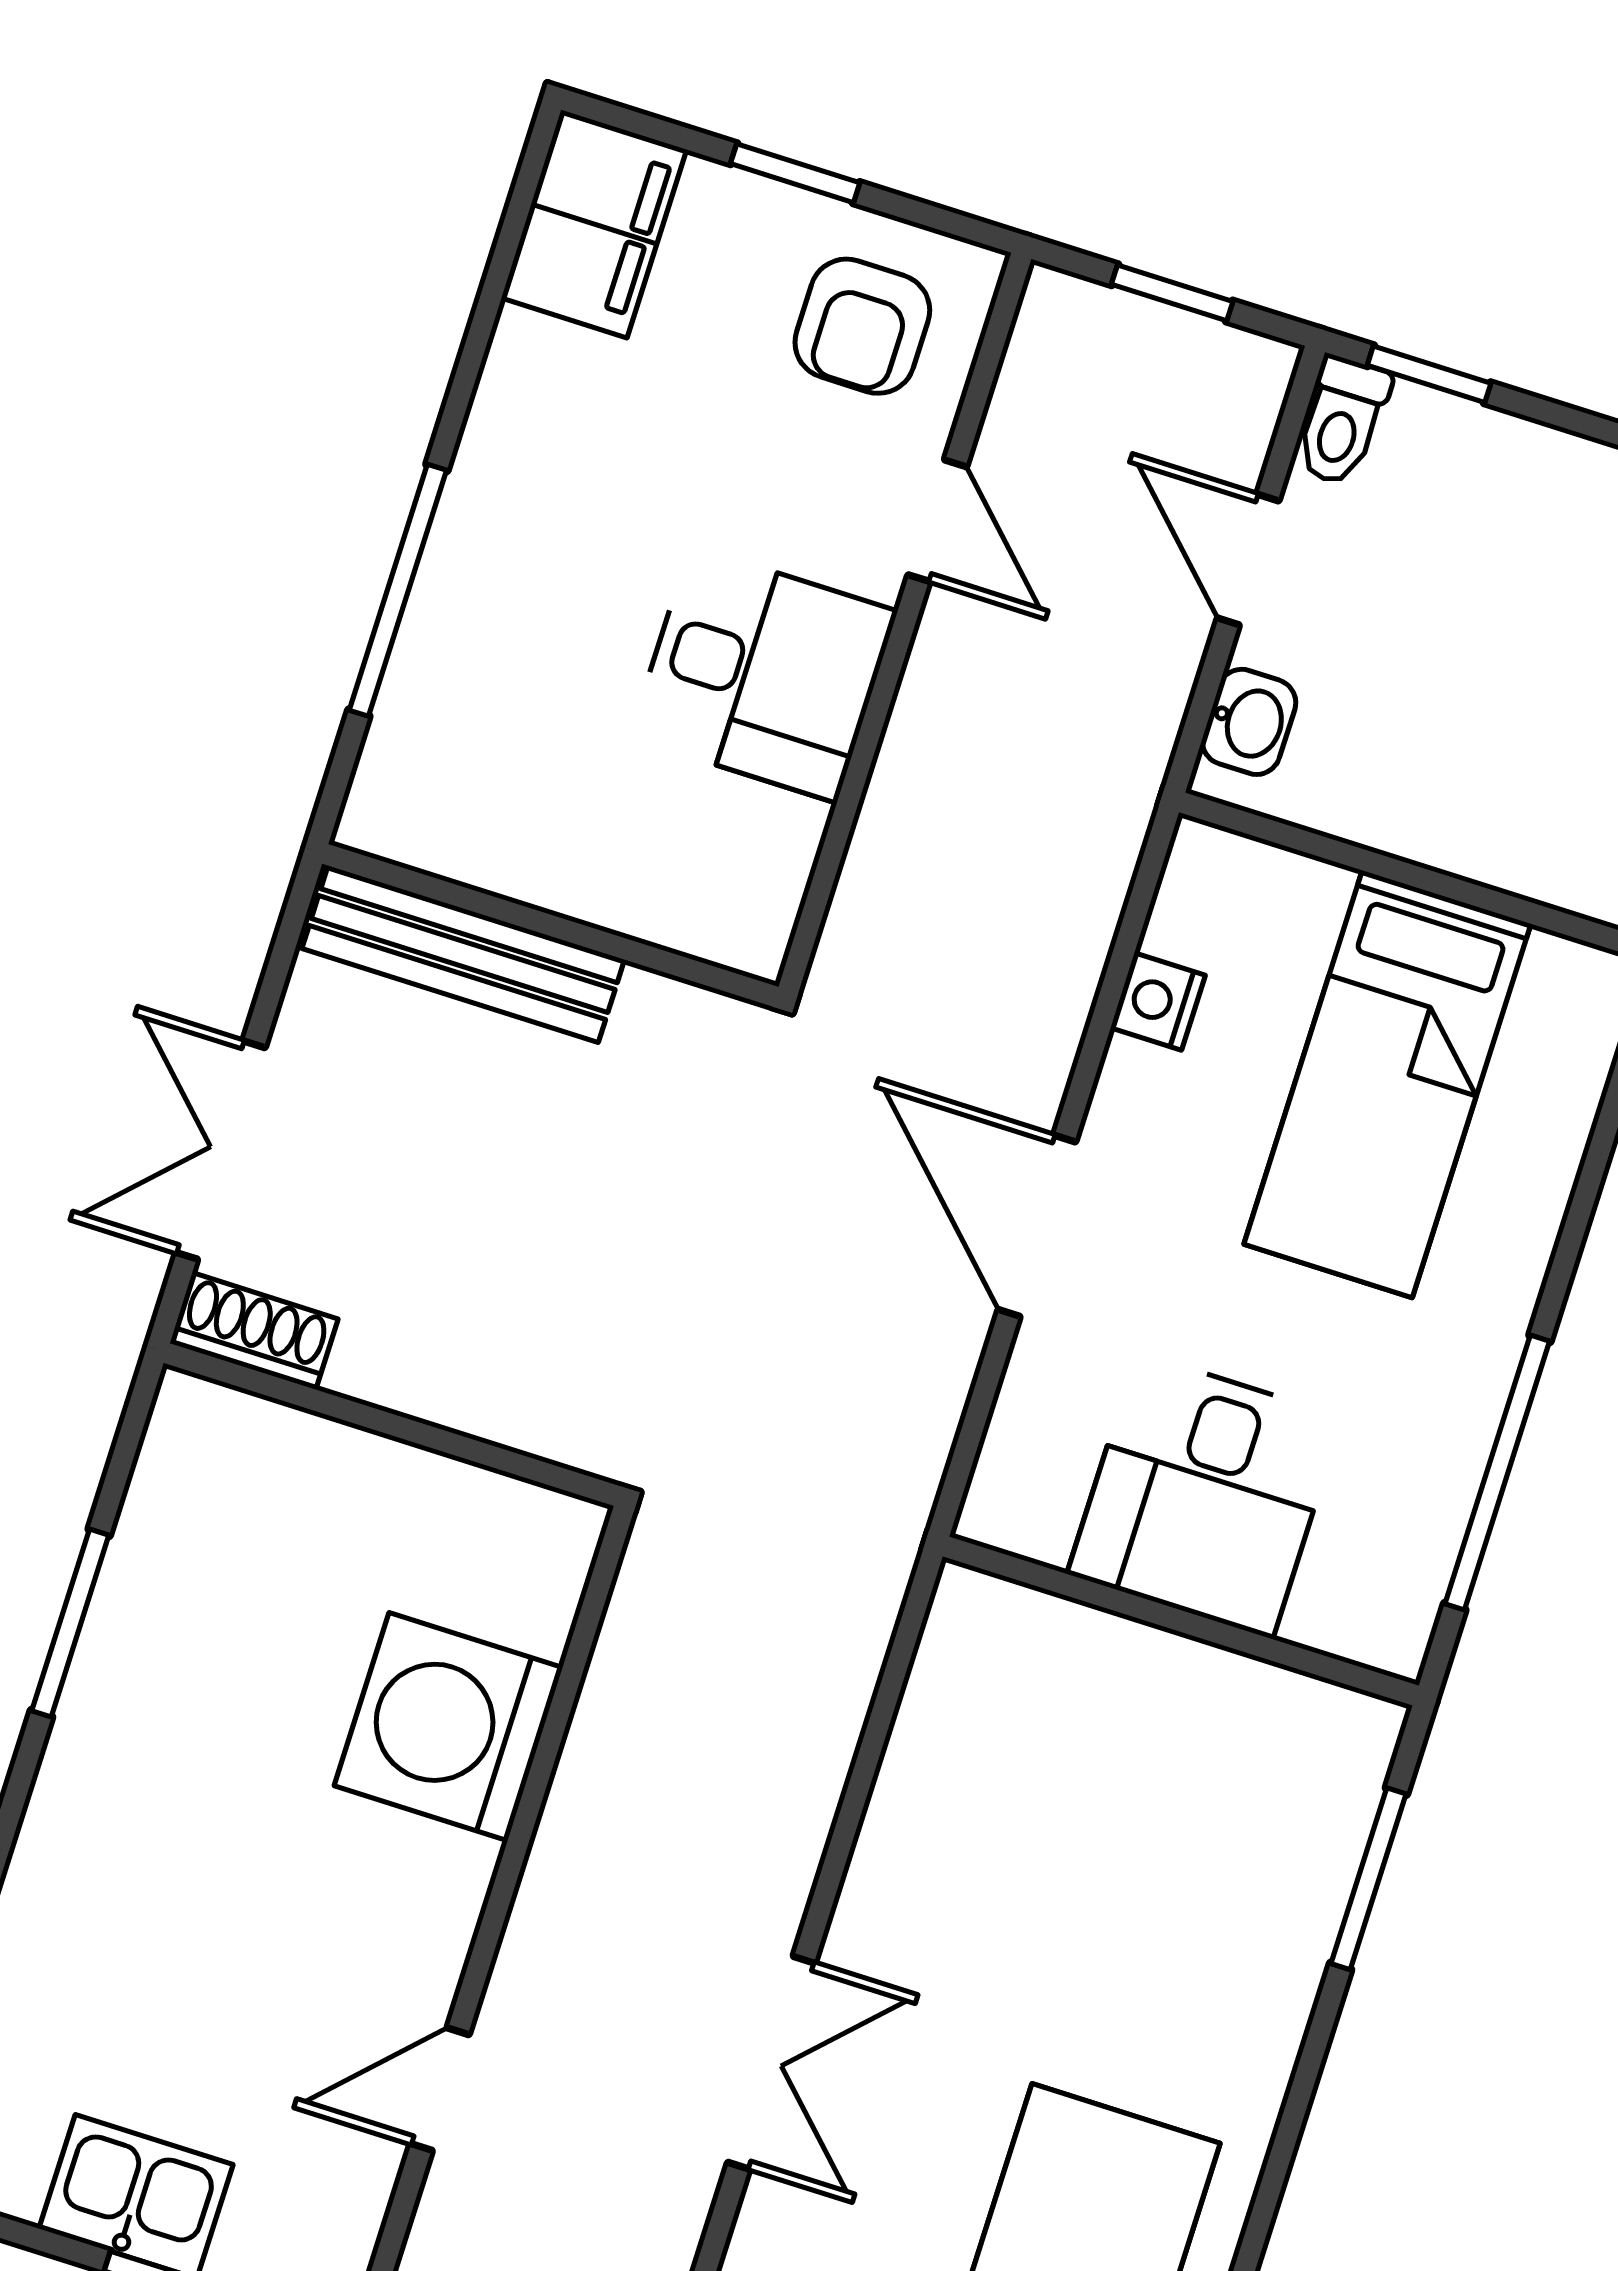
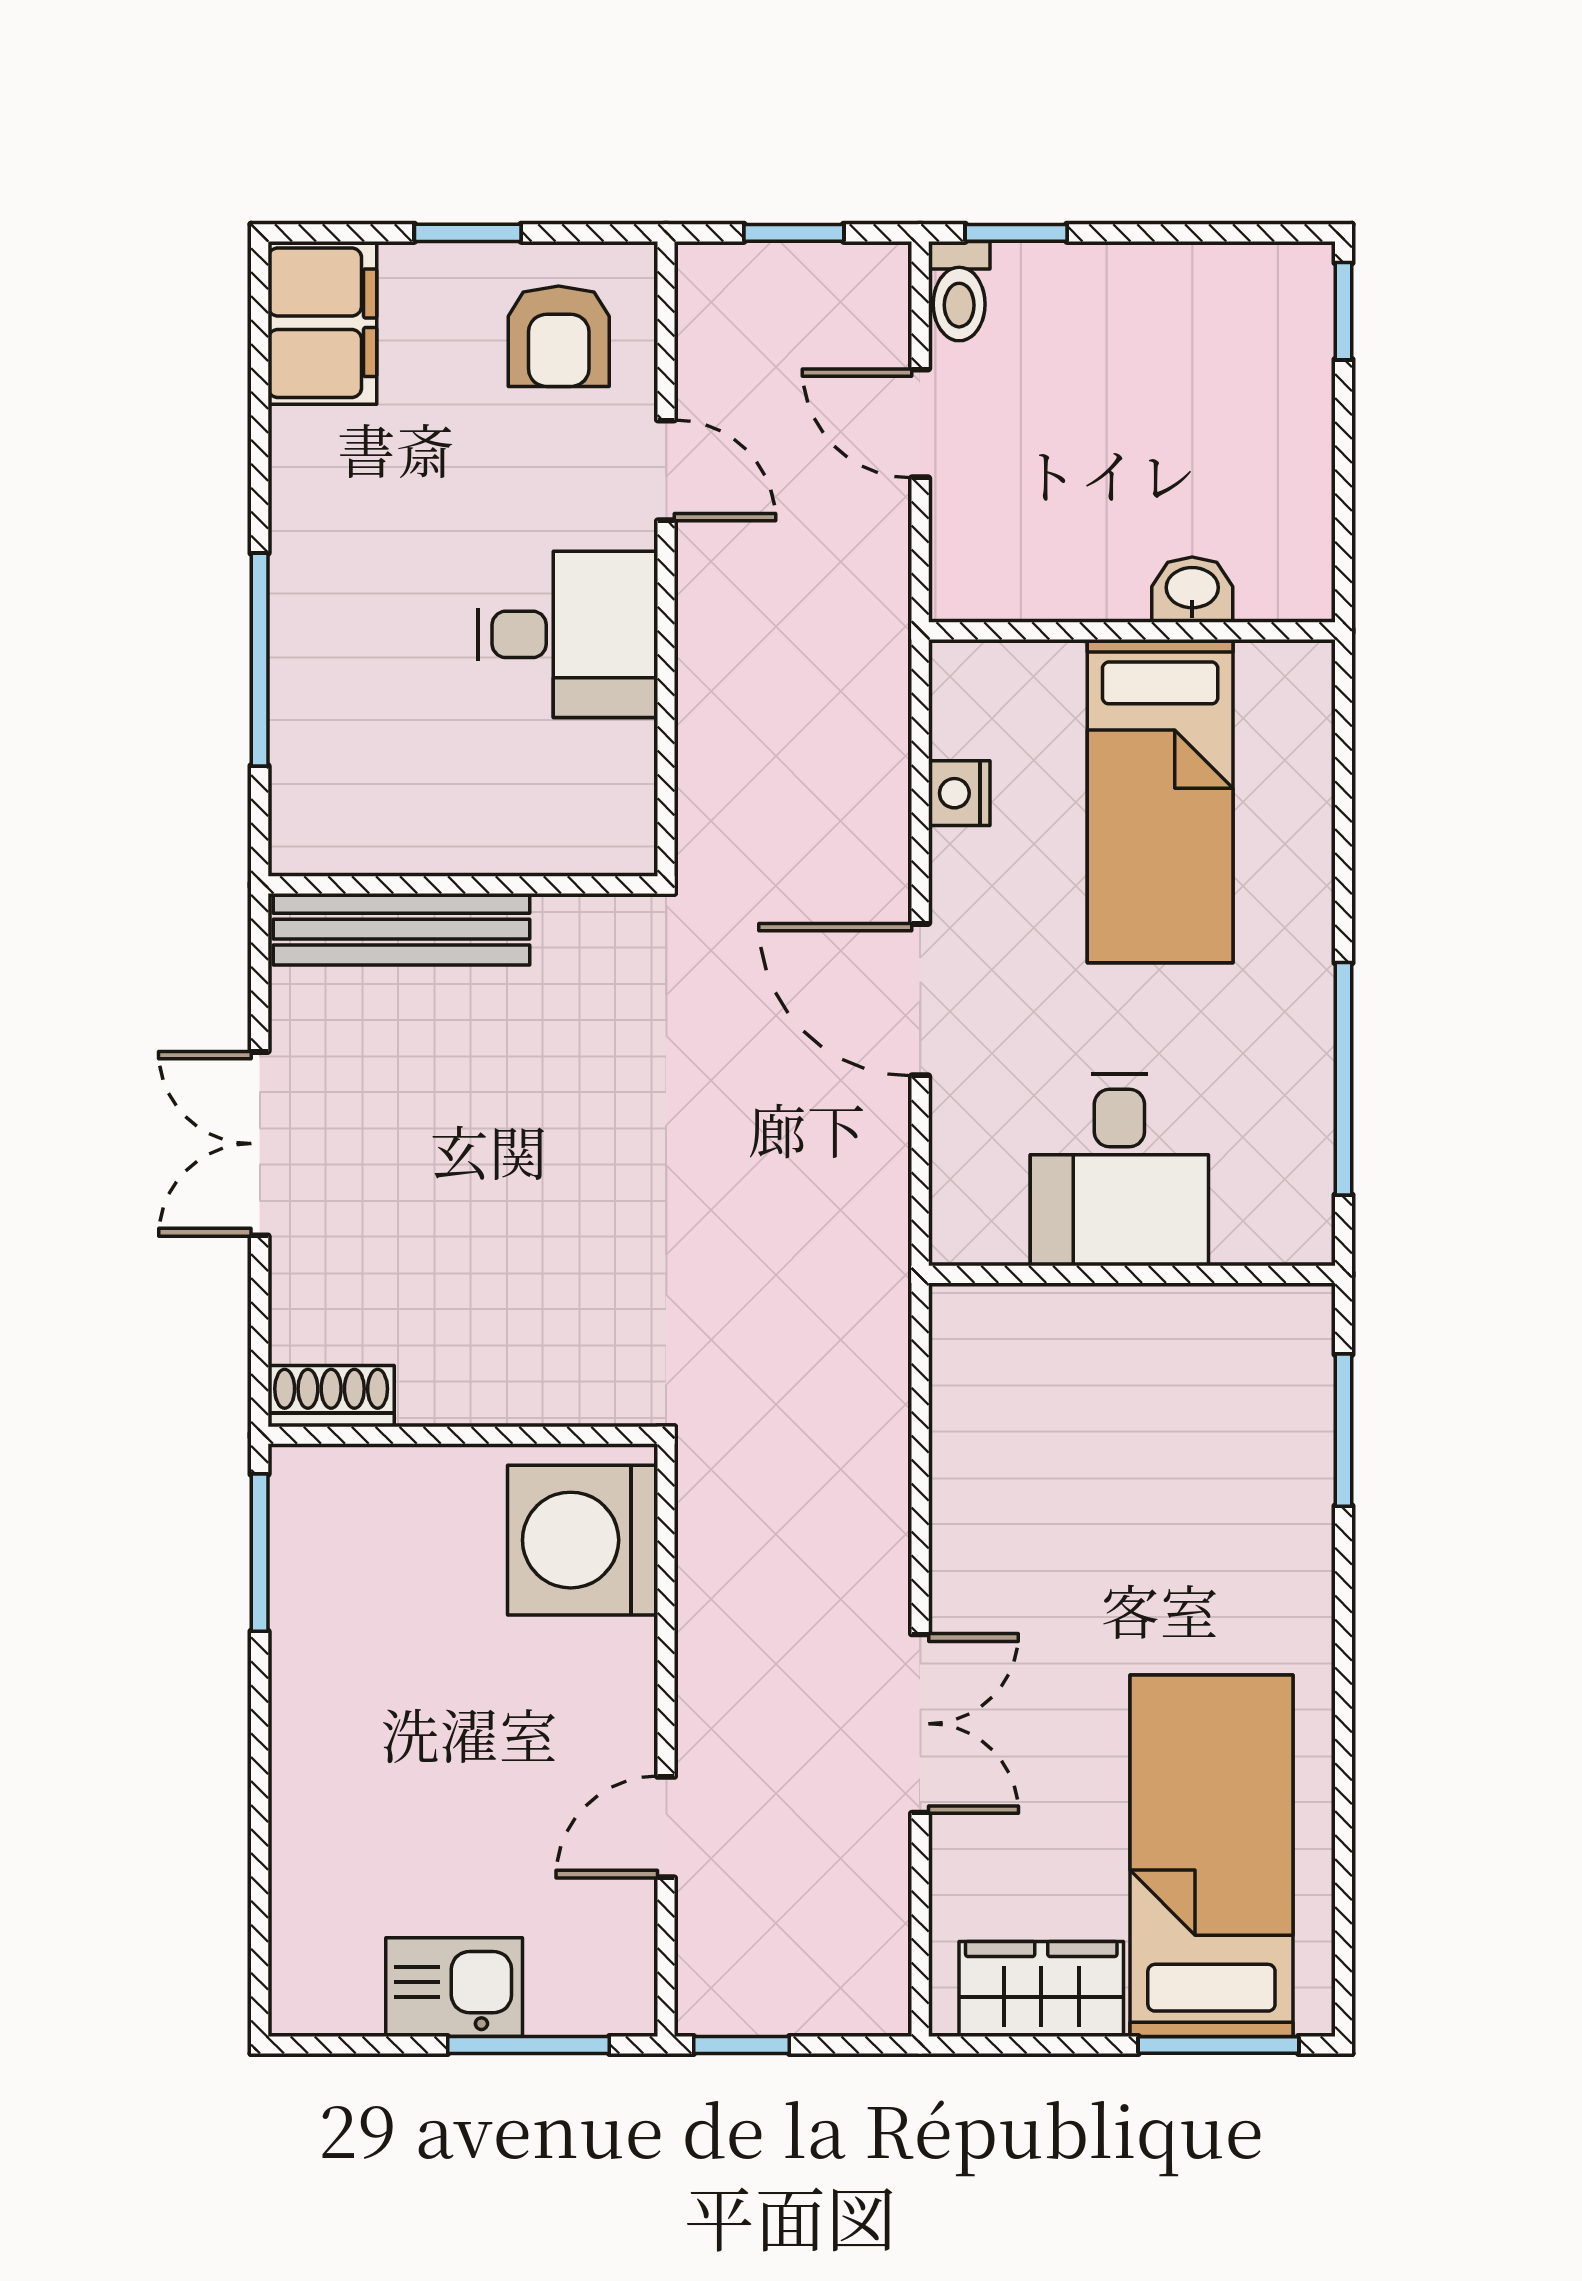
washbasin: (1249, 722) -> (1192, 590), moved, turned -90
shoe rack: (254, 1331) -> (331, 1396), moved
wall: (392, 1425) -> (463, 1435), moved

